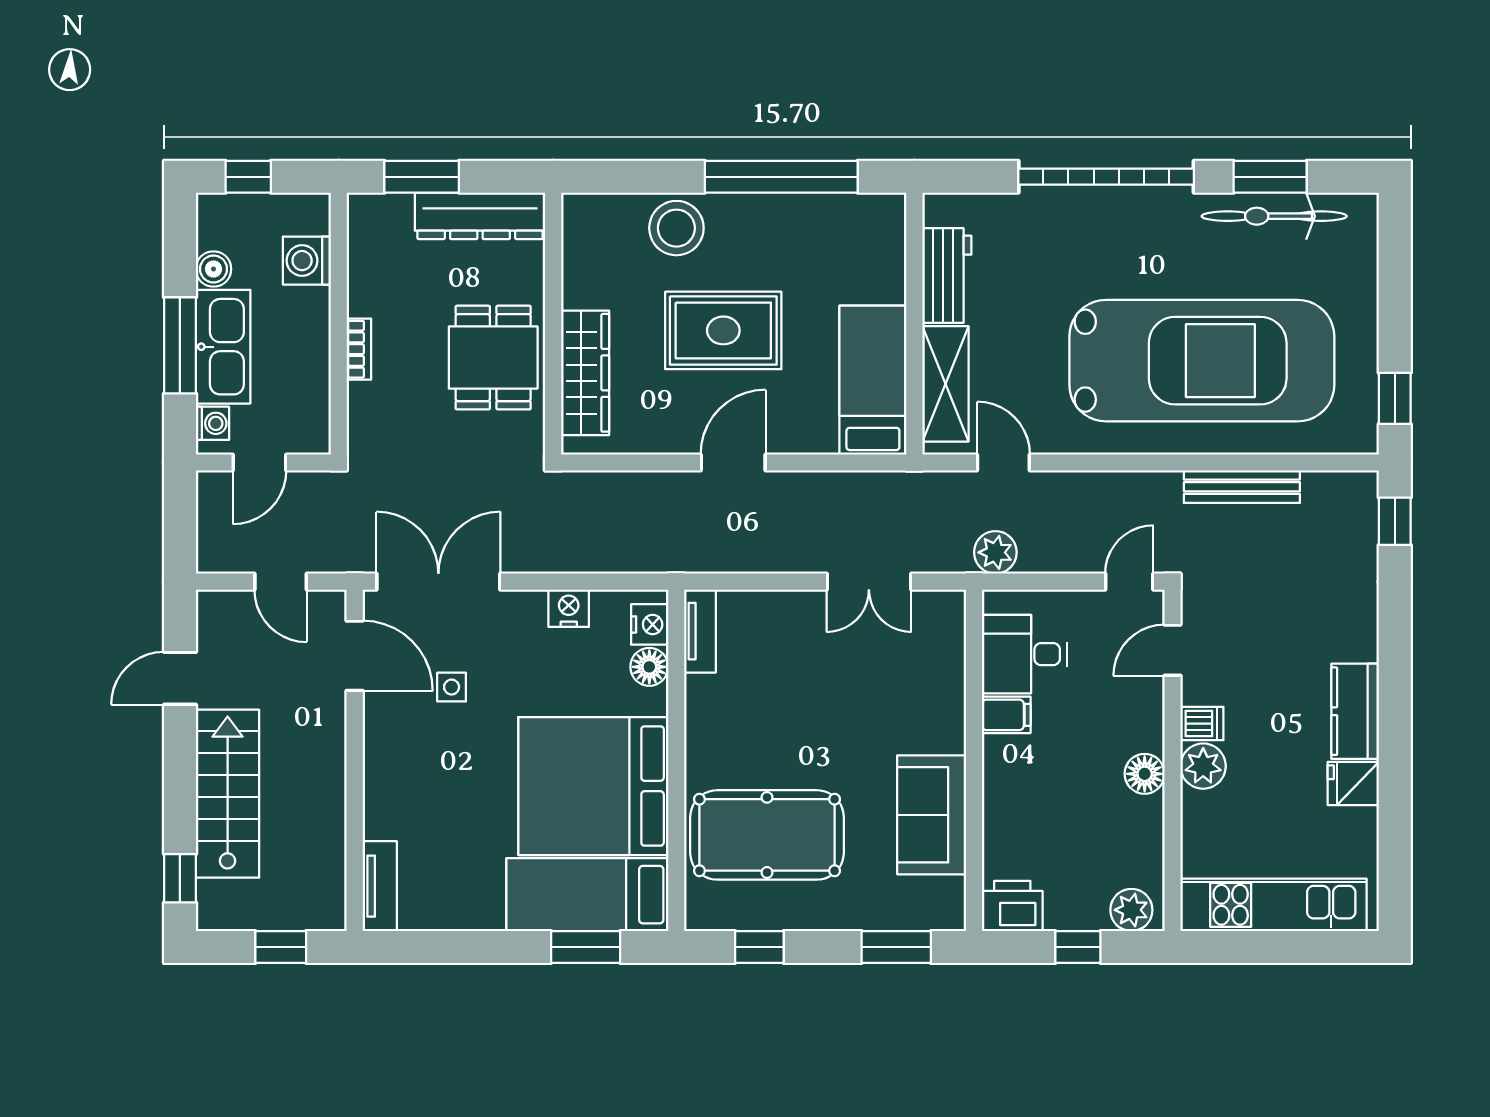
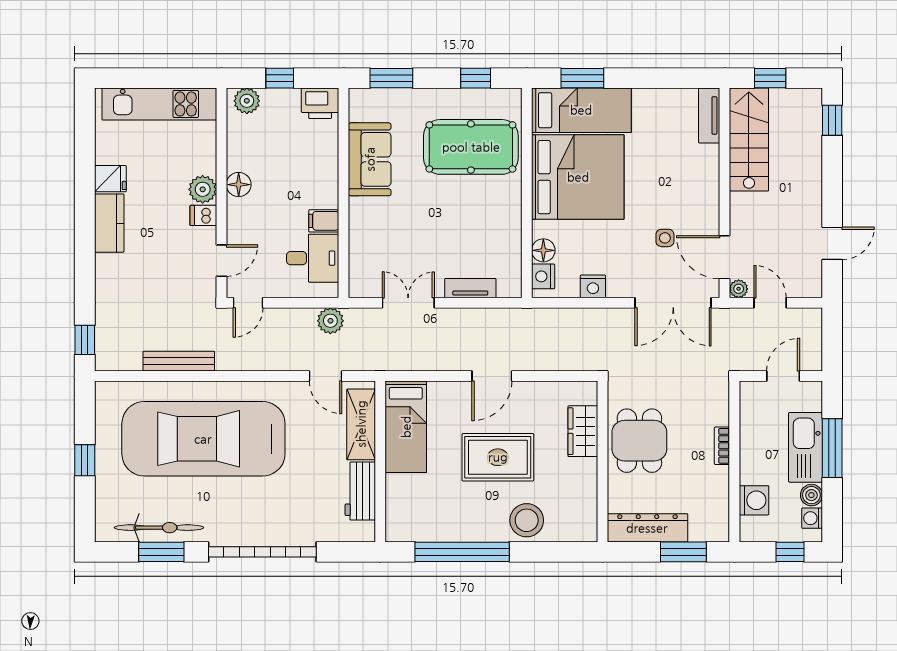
wardrobe: (585, 373) -> (583, 431), width x0.67
window: (1395, 398) -> (85, 460), moved
washing machine: (212, 423) -> (812, 518), moved
plant: (332, 604) -> (739, 289), added
tv unit: (700, 631) -> (470, 288), moved, turned 90
stairs: (228, 794) -> (749, 140), moved, turned 180

